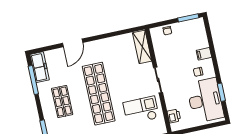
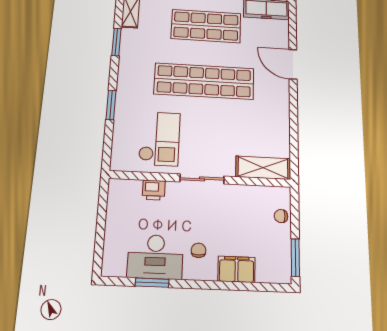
filing cabinet: (204, 54) -> (237, 269), width x2.00
desk: (205, 100) -> (155, 257), width x0.73, depth x0.77
shop shelf: (62, 101) -> (206, 26), width x1.43, depth x1.36
printer: (174, 116) -> (154, 190), moved

